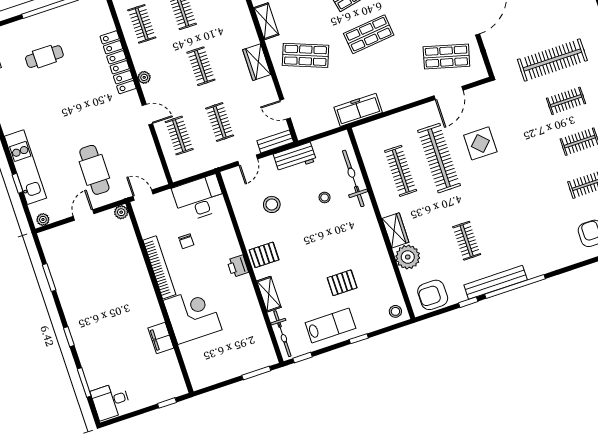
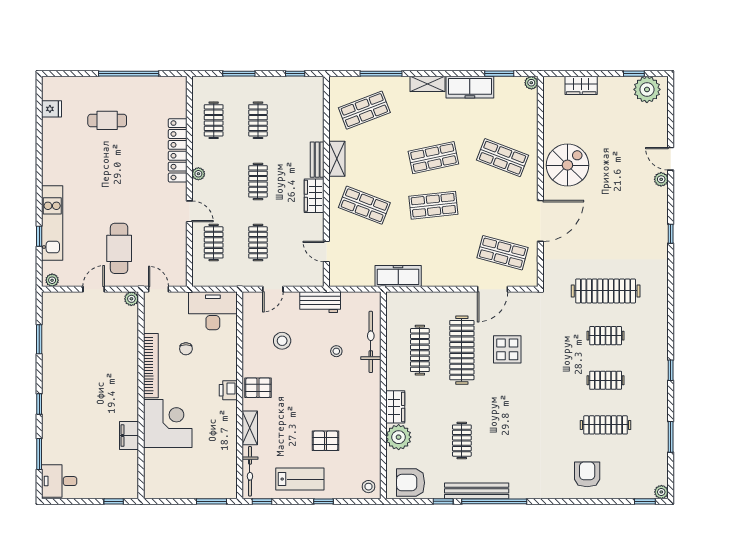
bench: (275, 141) -> (317, 160), moved, turned 90

